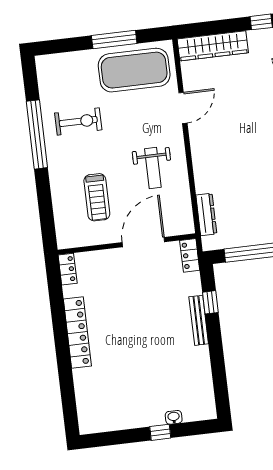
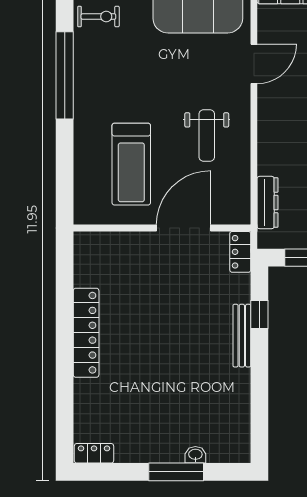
exercise bike: (78, 121) -> (98, 17), moved, width x0.73, depth x0.72
treadmill: (97, 197) -> (131, 164), width x1.37, depth x1.38
locker: (68, 269) -> (94, 453), moved, turned -90
window: (160, 432) -> (176, 472), width x2.17

